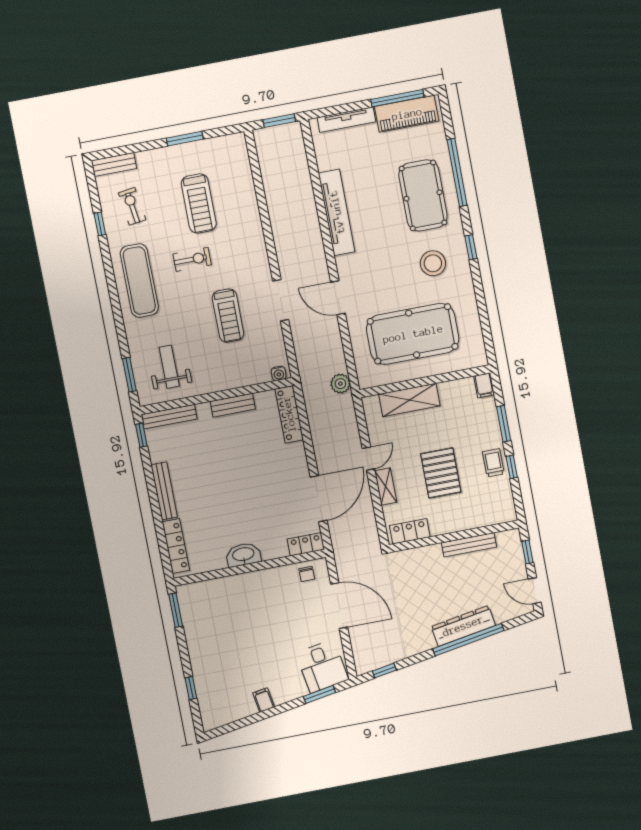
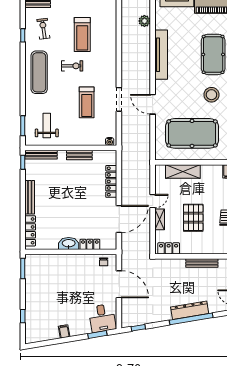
plant: (340, 384) -> (144, 21), moved
locker: (289, 414) -> (111, 181), moved
locker: (306, 544) -> (90, 244), moved

